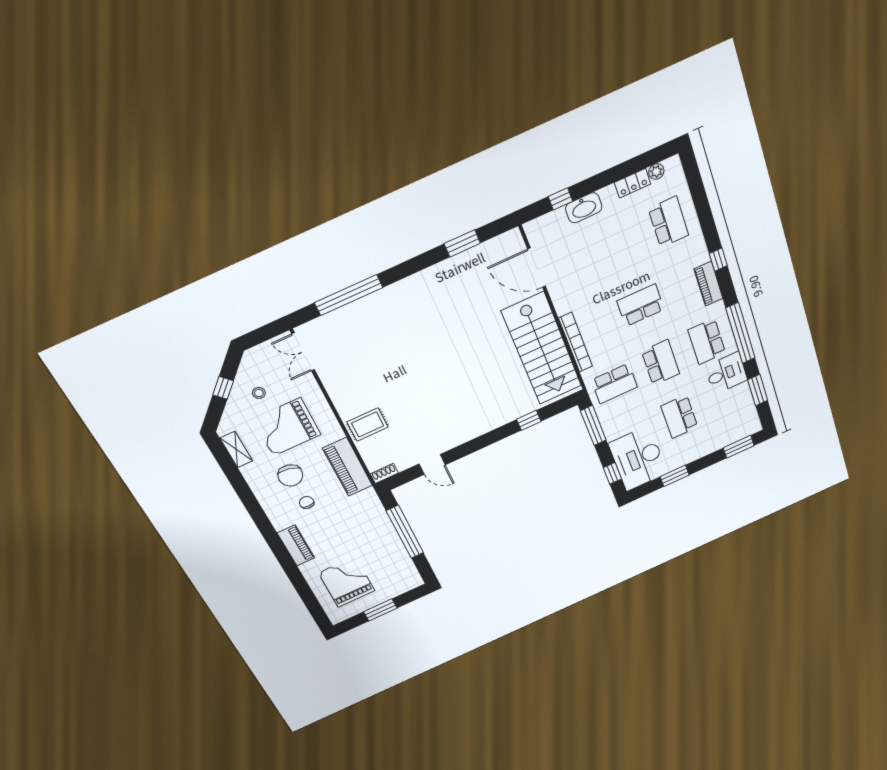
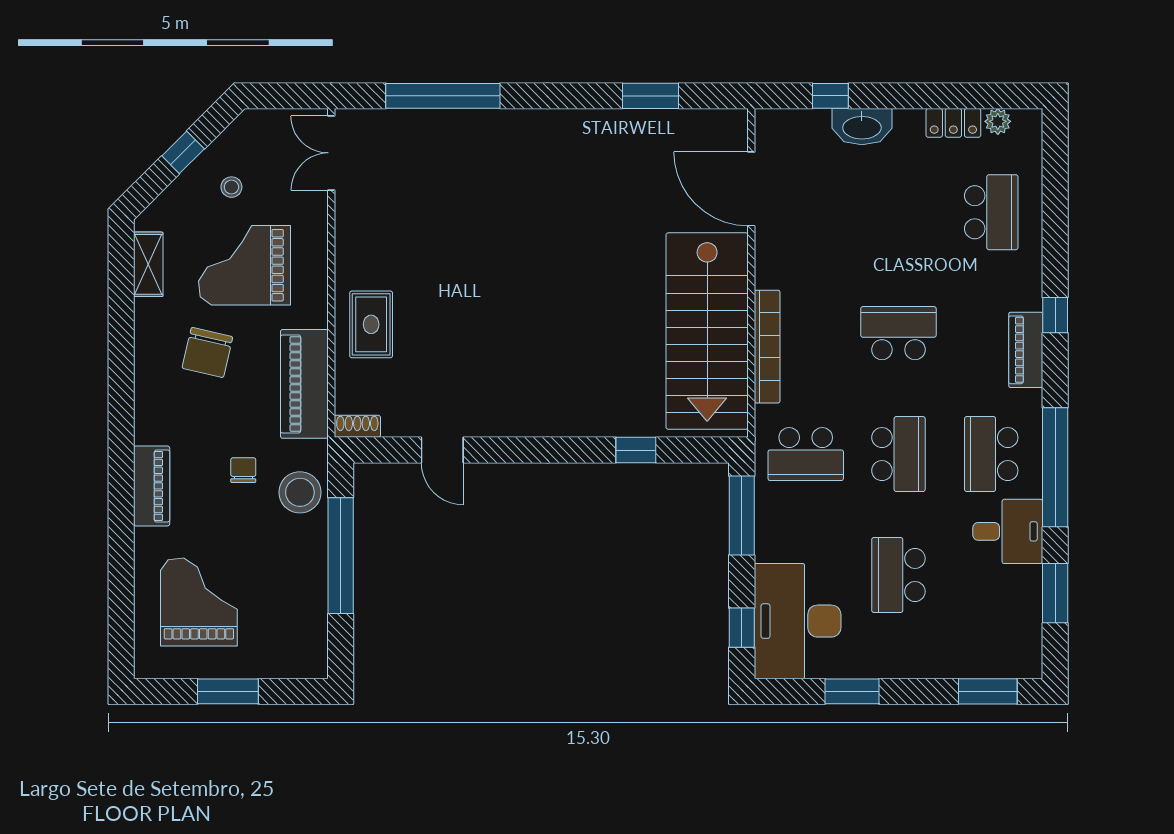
rug: (367, 425) -> (371, 324), turned 90
chair: (307, 503) -> (243, 470), moved
stool: (371, 515) -> (300, 492), added

